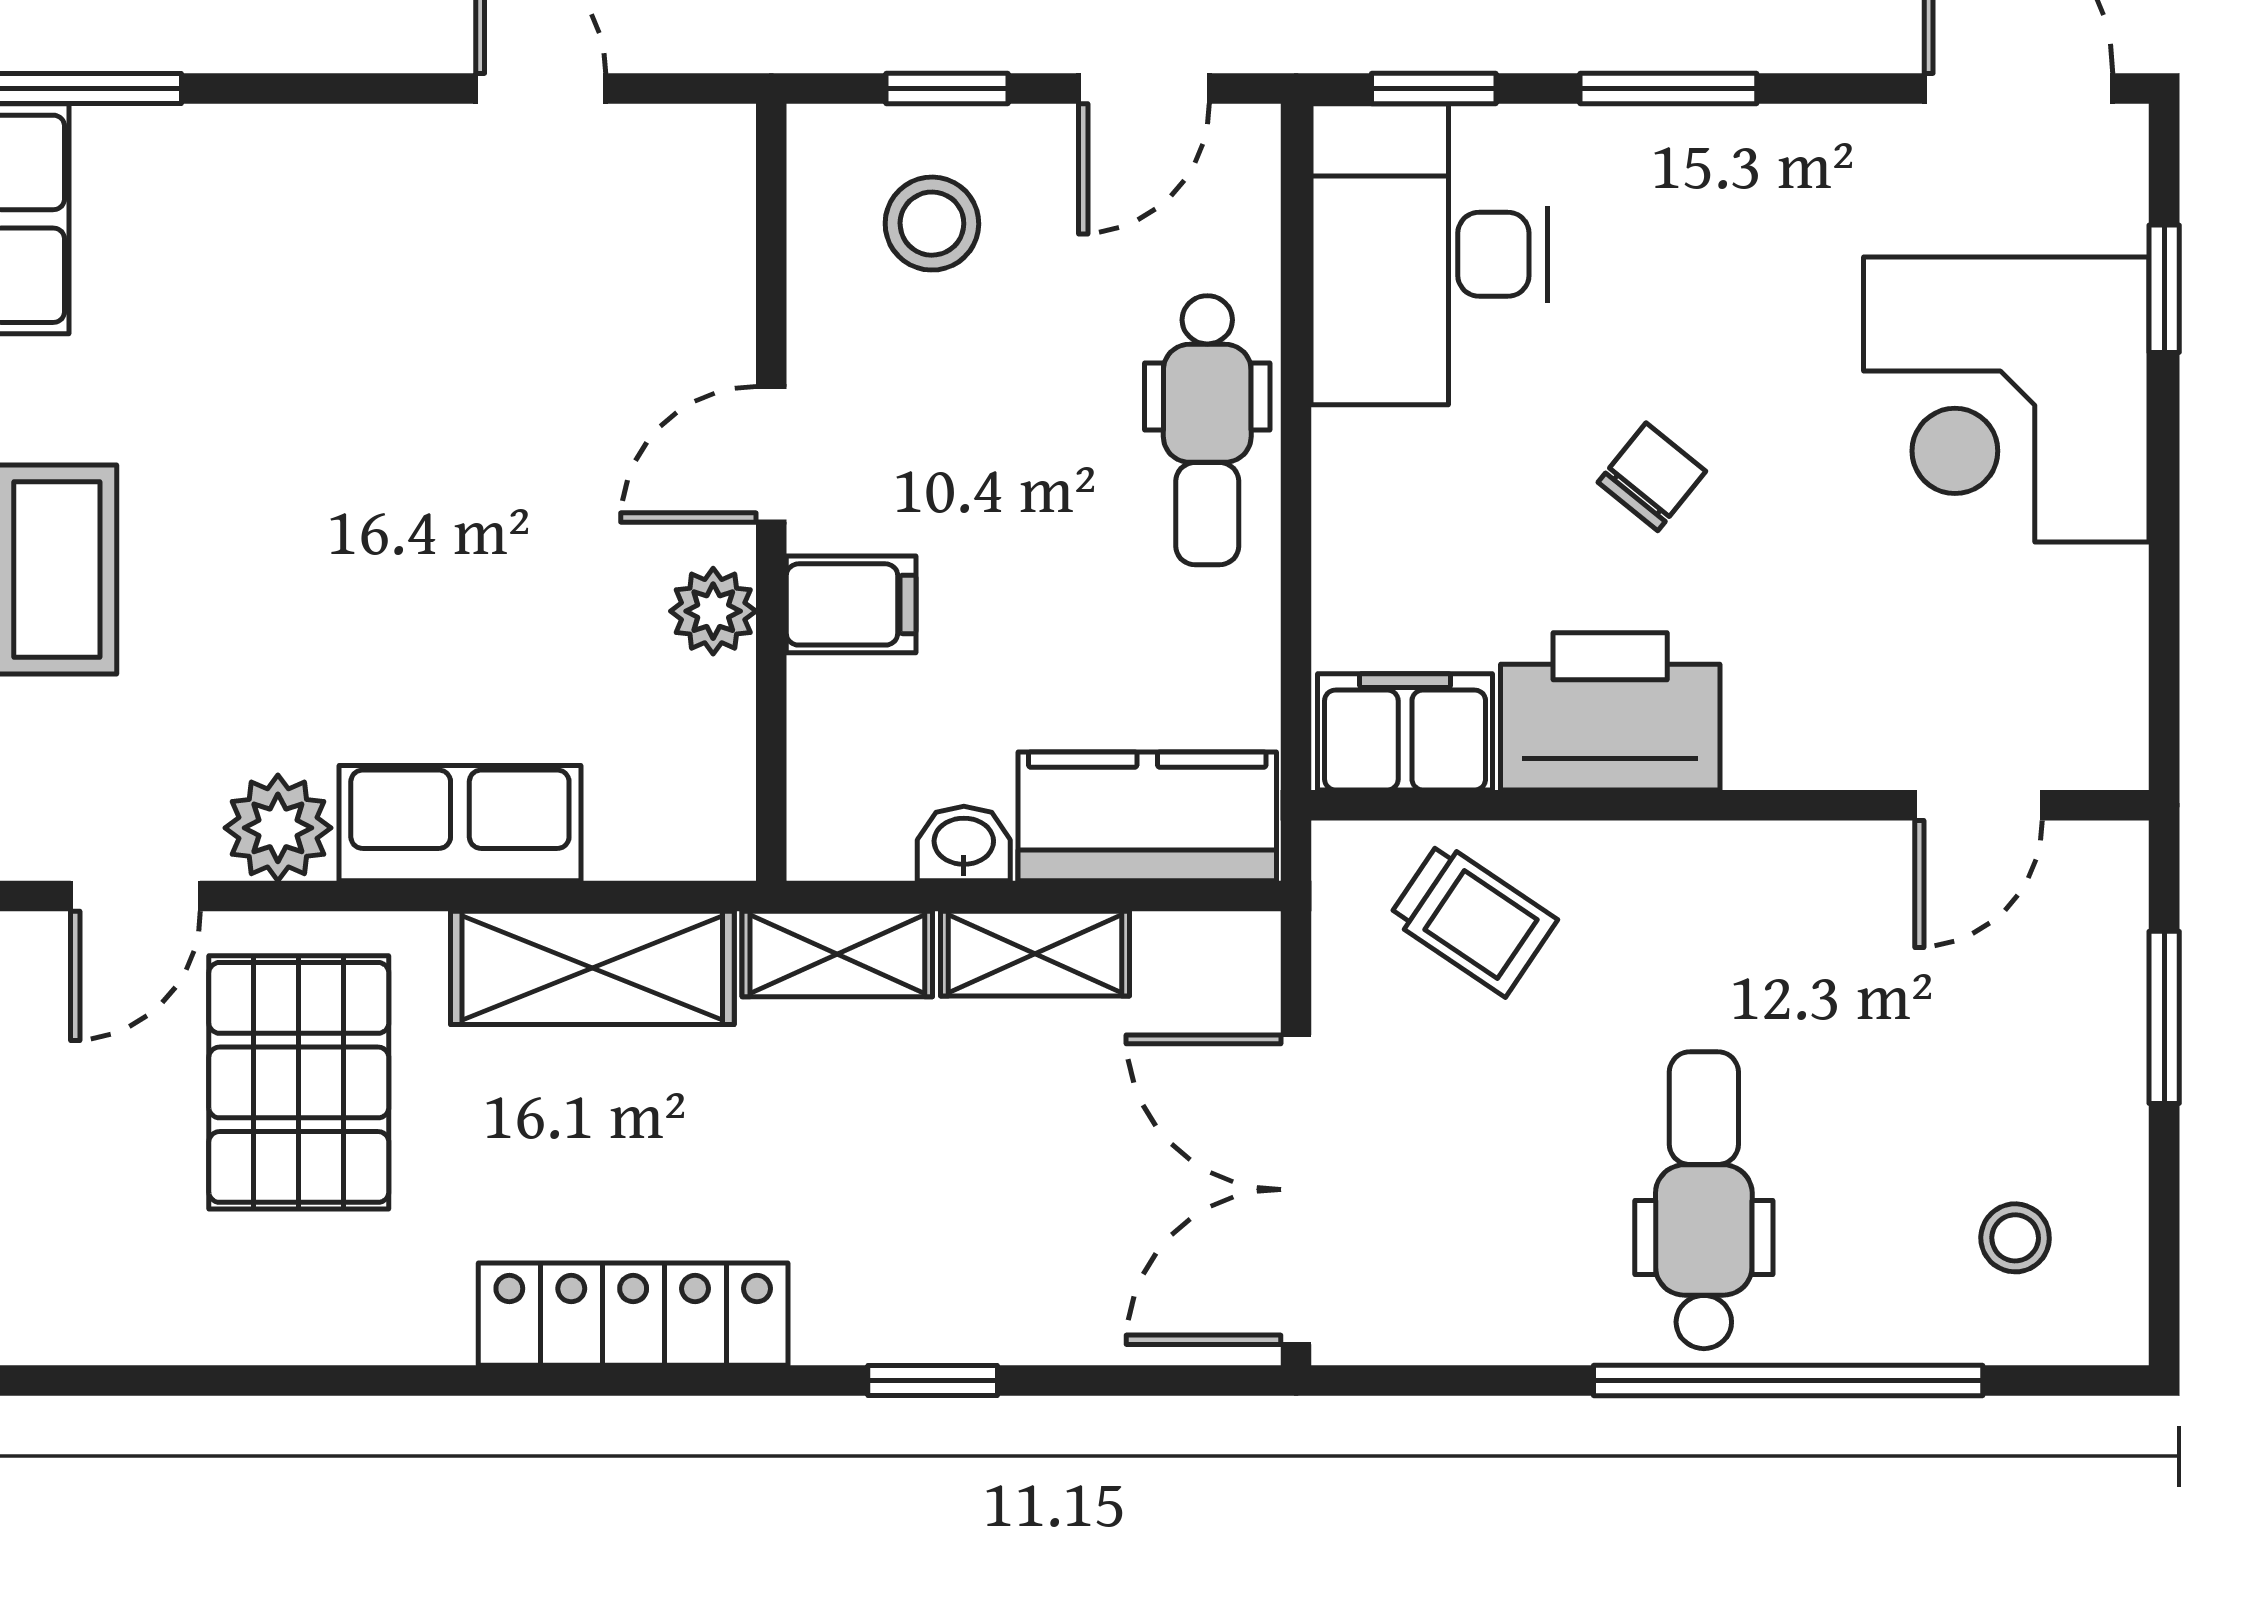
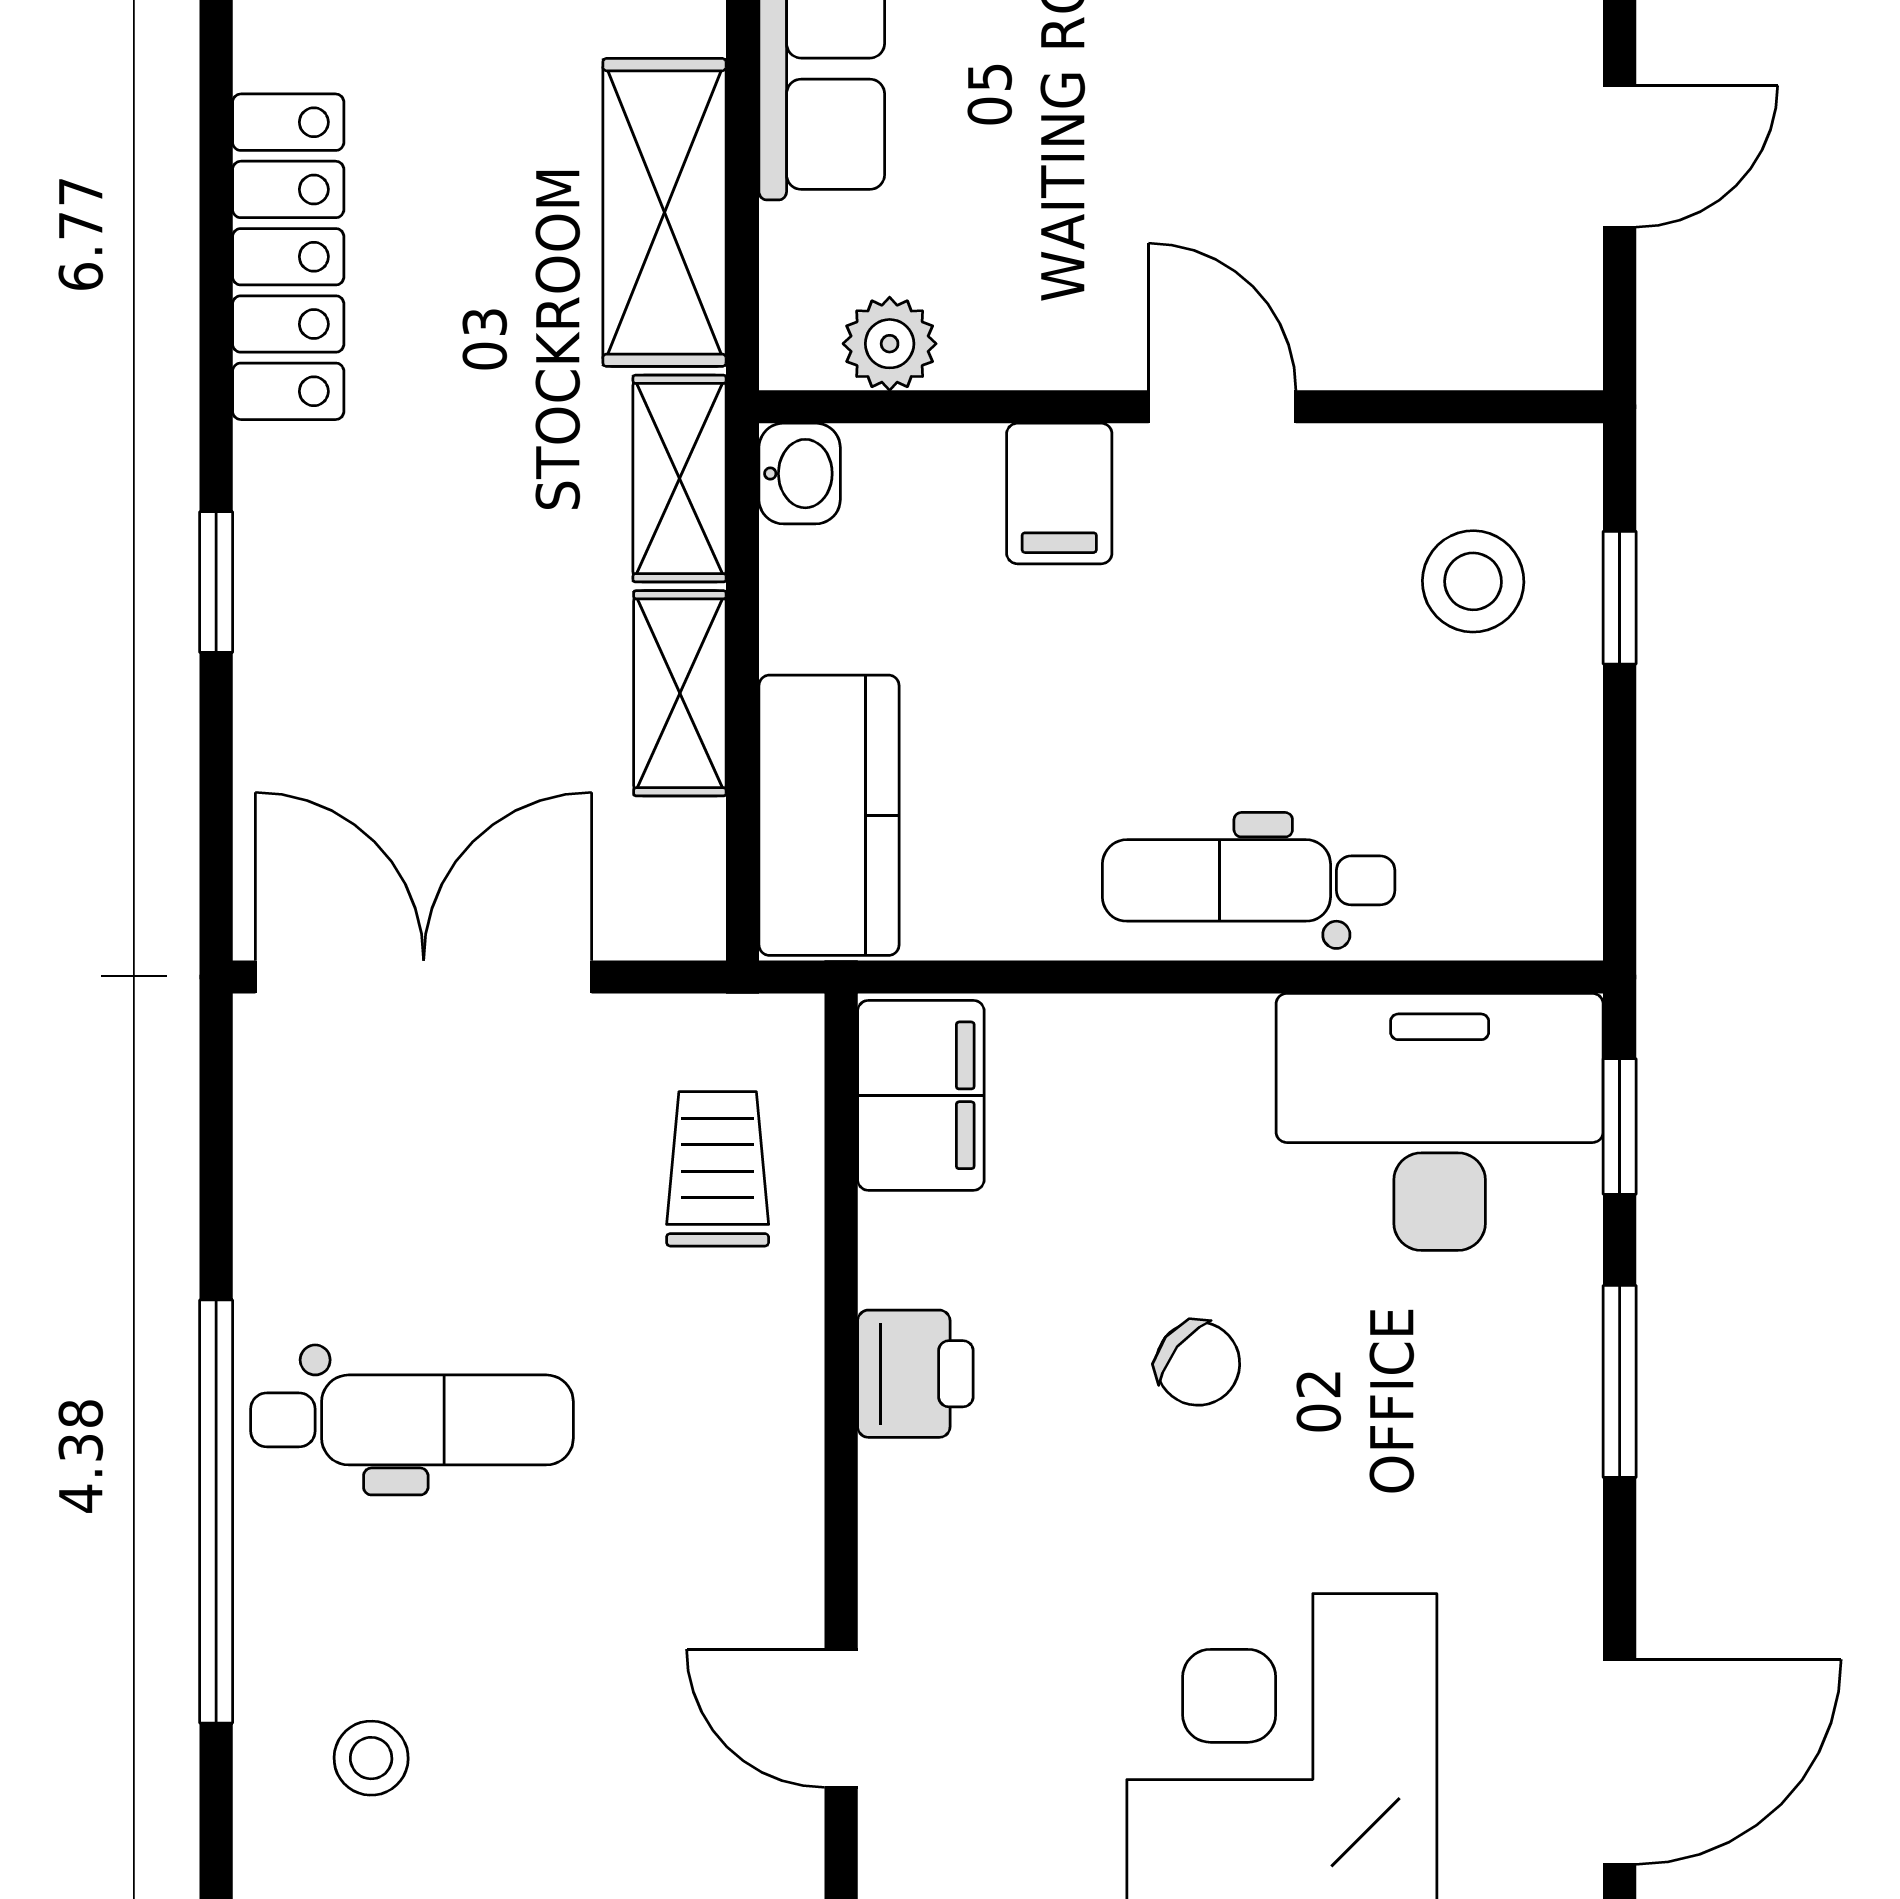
door: (1144, 89) -> (1620, 812), removed
plant: (713, 611) -> (890, 344), moved
printer: (1610, 711) -> (915, 1374), width x0.53, depth x0.68
washbasin: (964, 843) -> (800, 474), moved
trolley: (1473, 919) -> (718, 1169), turned 146

